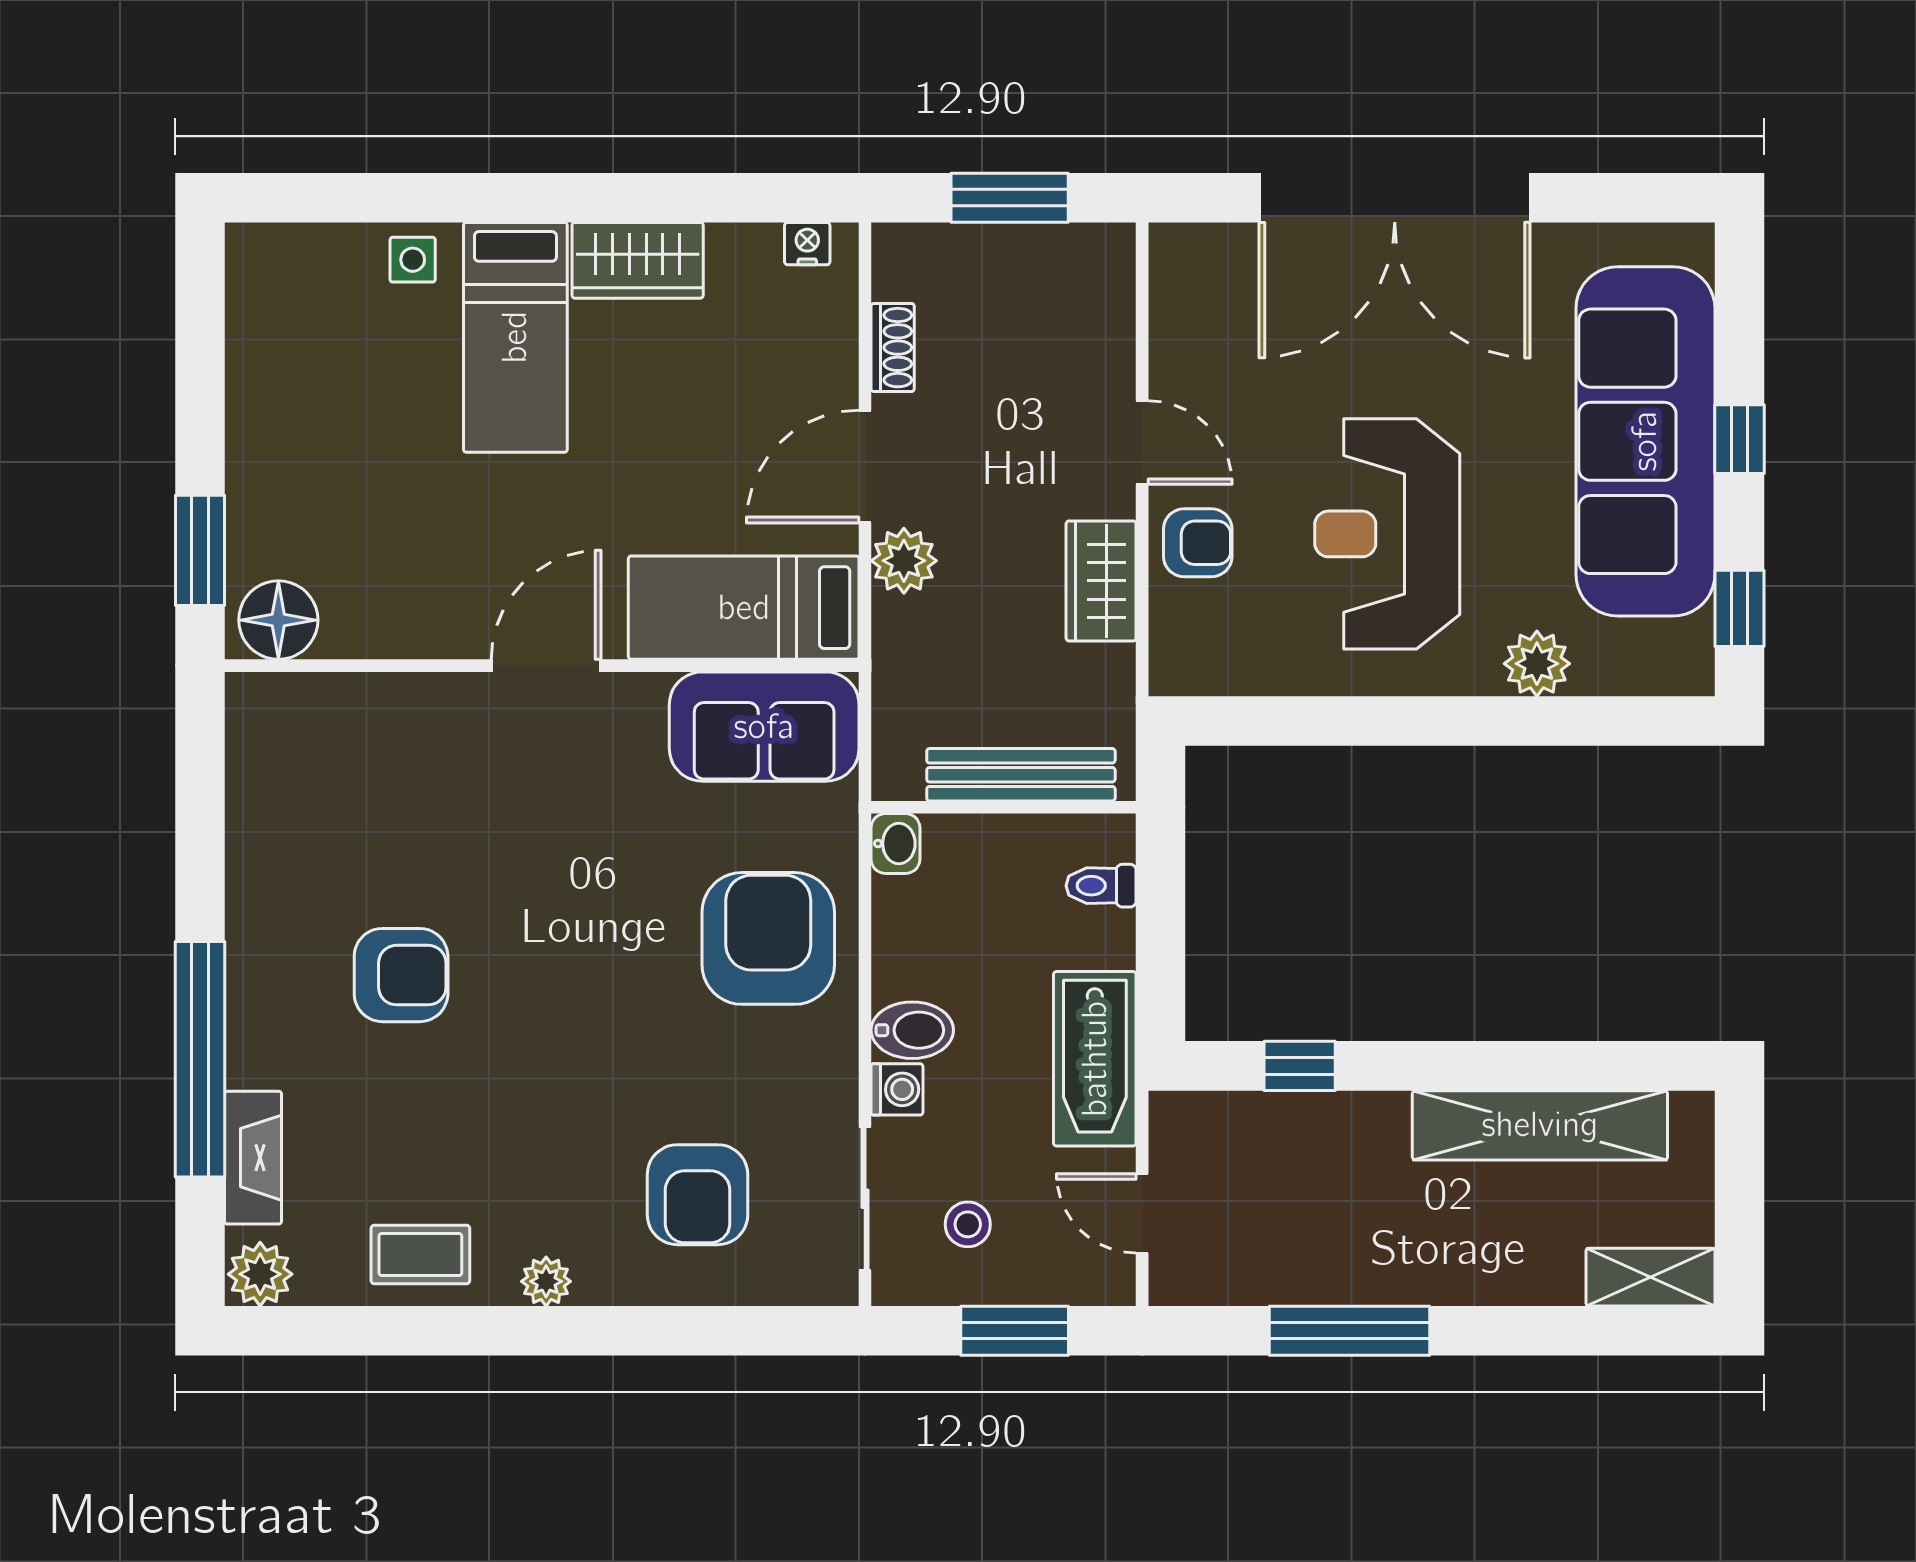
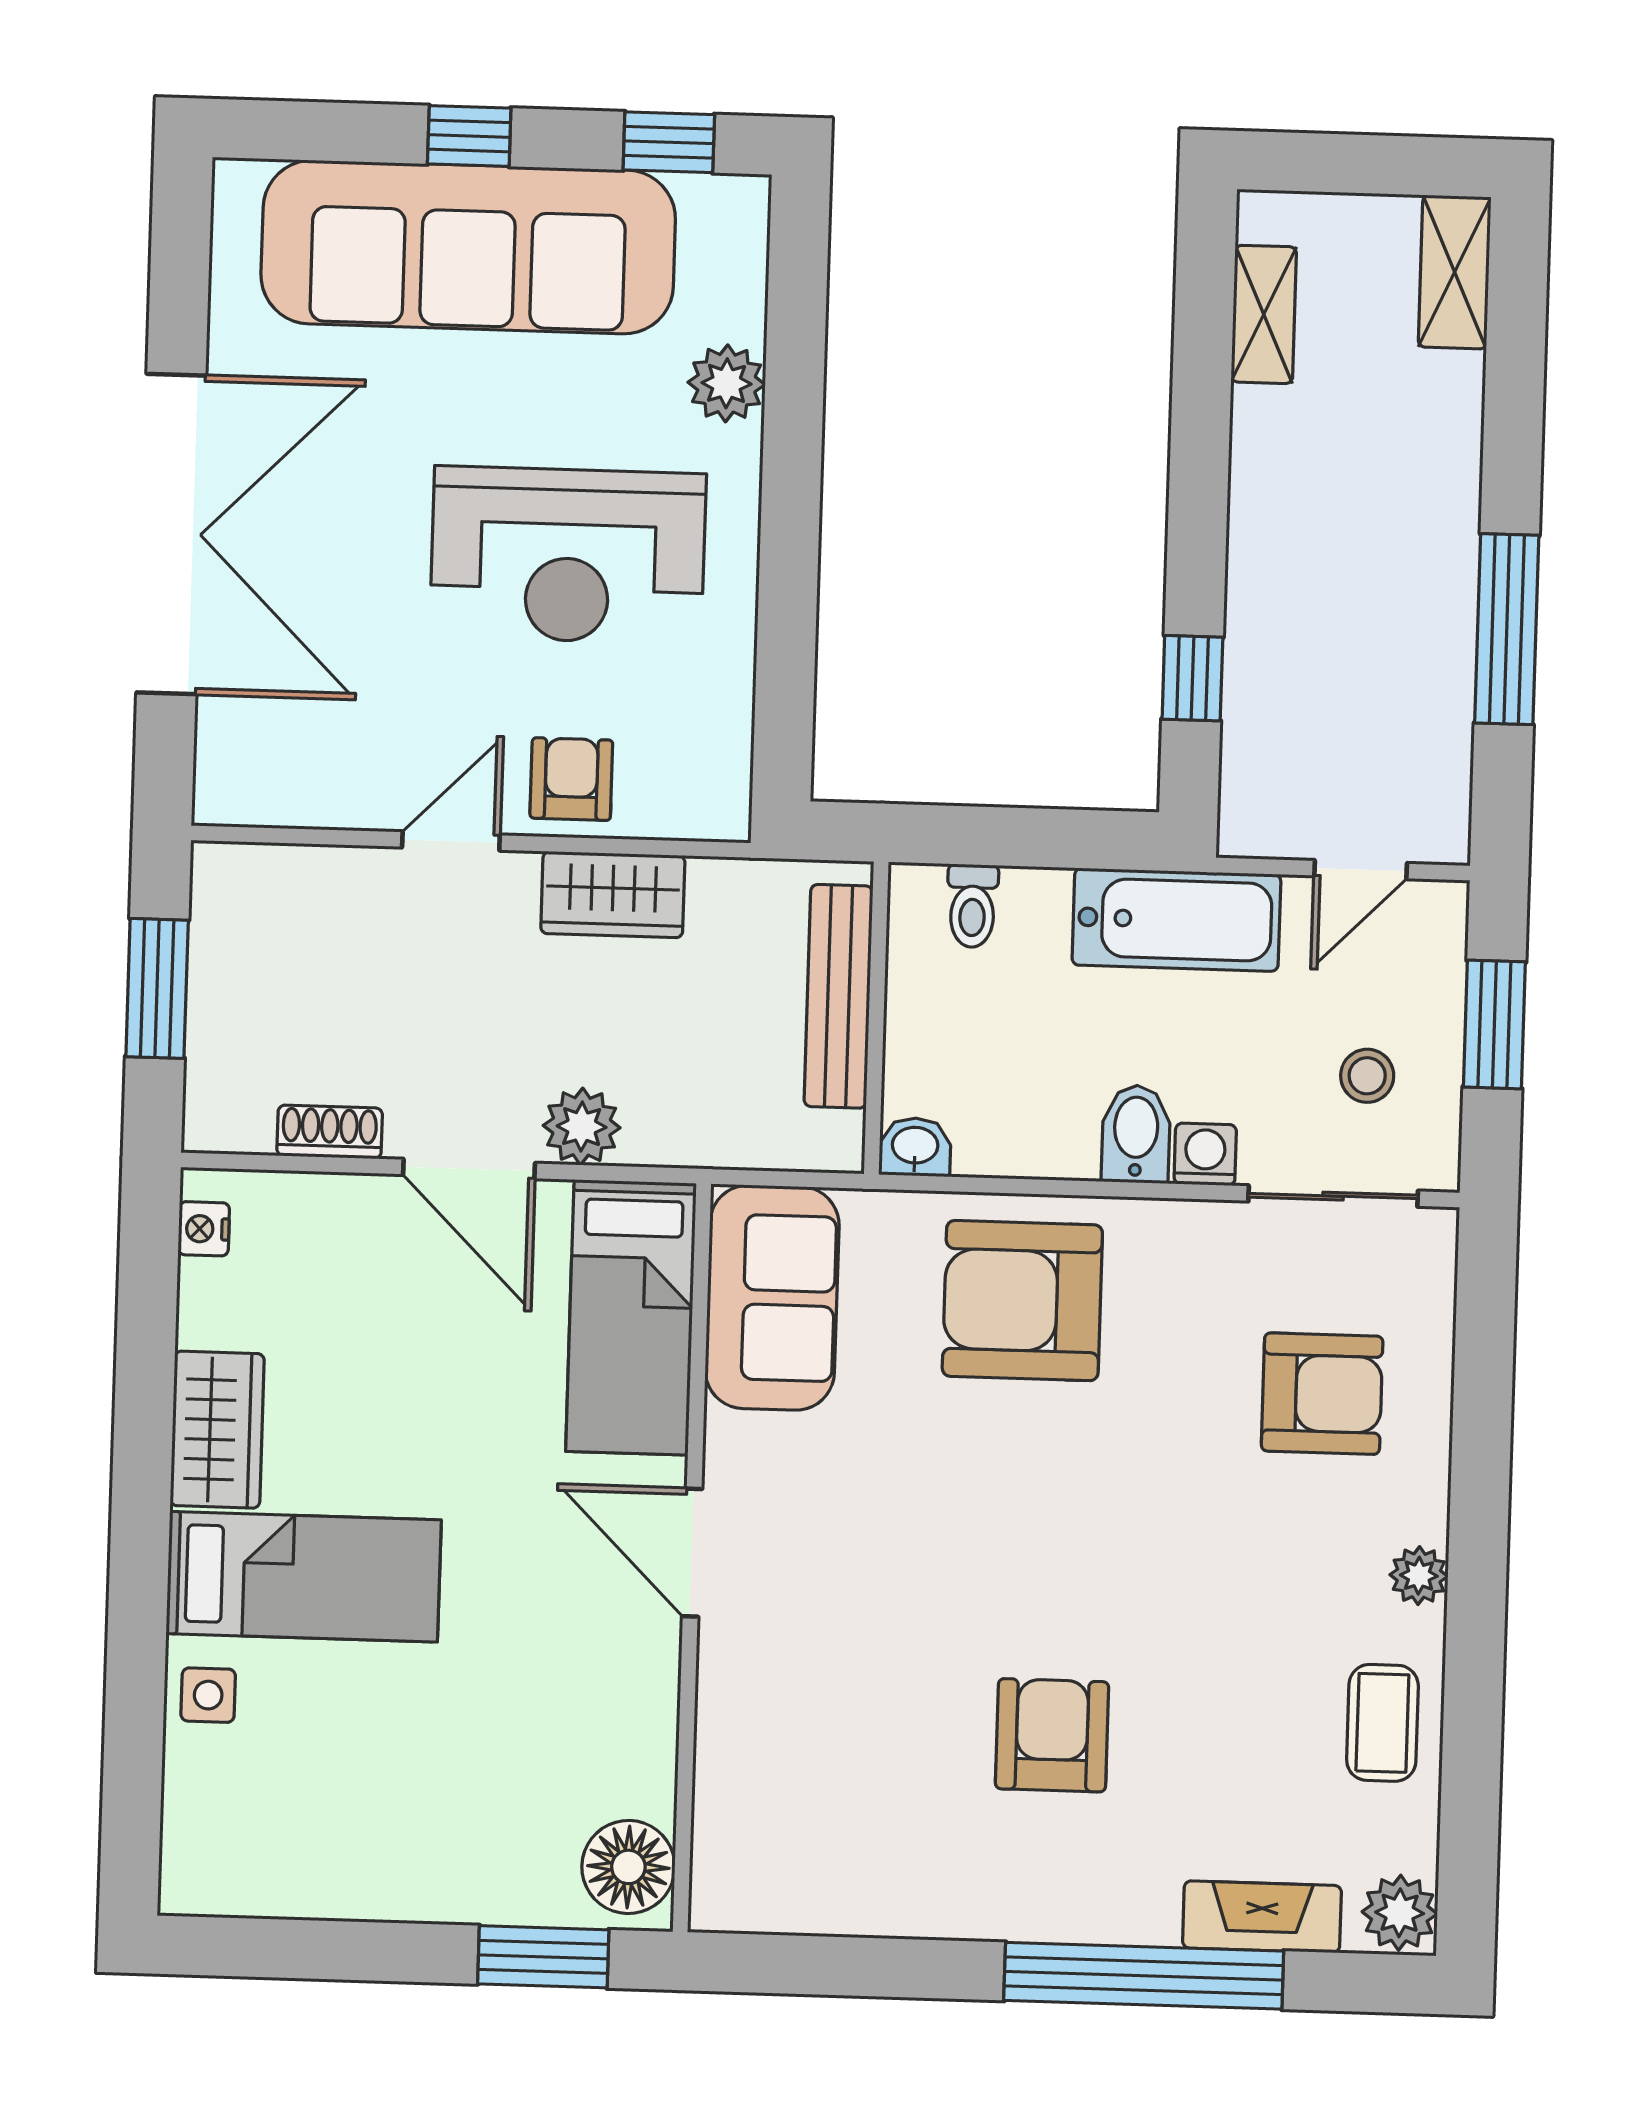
shelving: (1540, 1125) -> (1264, 314), width x0.45, depth x0.75

